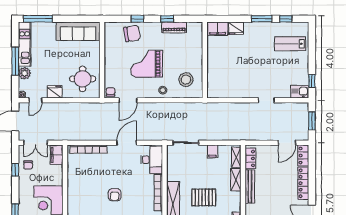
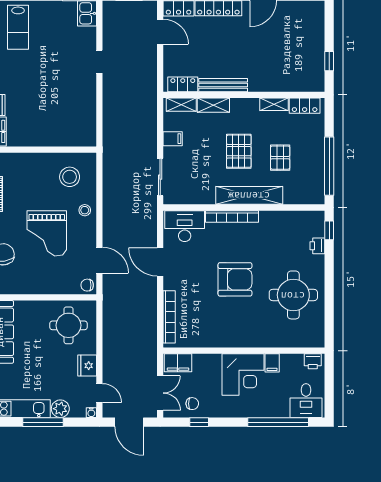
armchair: (115, 195) -> (235, 279), width x1.88, depth x1.88

